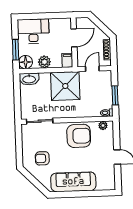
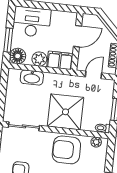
filing cabinet: (67, 60) -> (60, 60), width x2.00
washbasin: (29, 79) -> (32, 78), moved
shower: (65, 86) -> (65, 112), moved
armchair: (79, 136) -> (66, 150), turned 180

